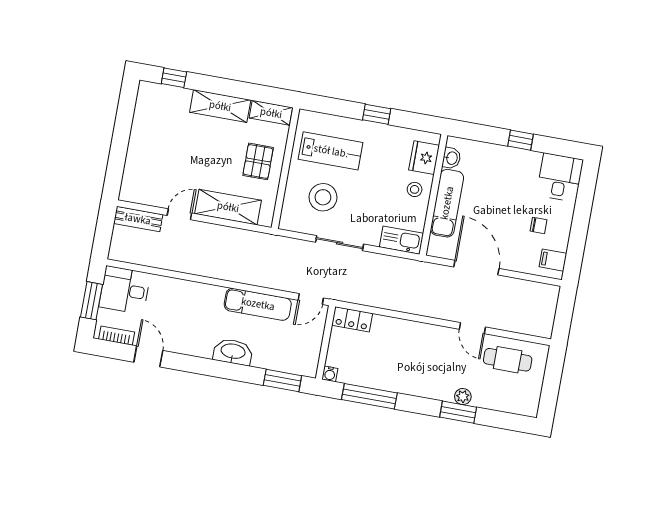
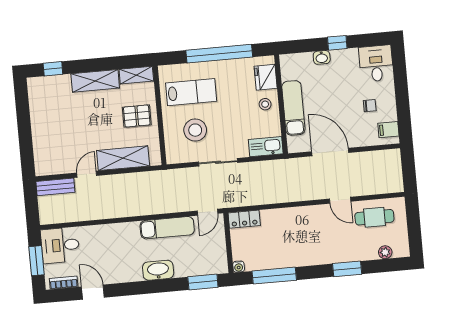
window: (377, 114) -> (219, 54), width x3.17
washbasin: (451, 158) -> (322, 57), moved, turned 90
pallet: (258, 161) -> (137, 116), turned 90
plant: (463, 397) -> (385, 252), moved

